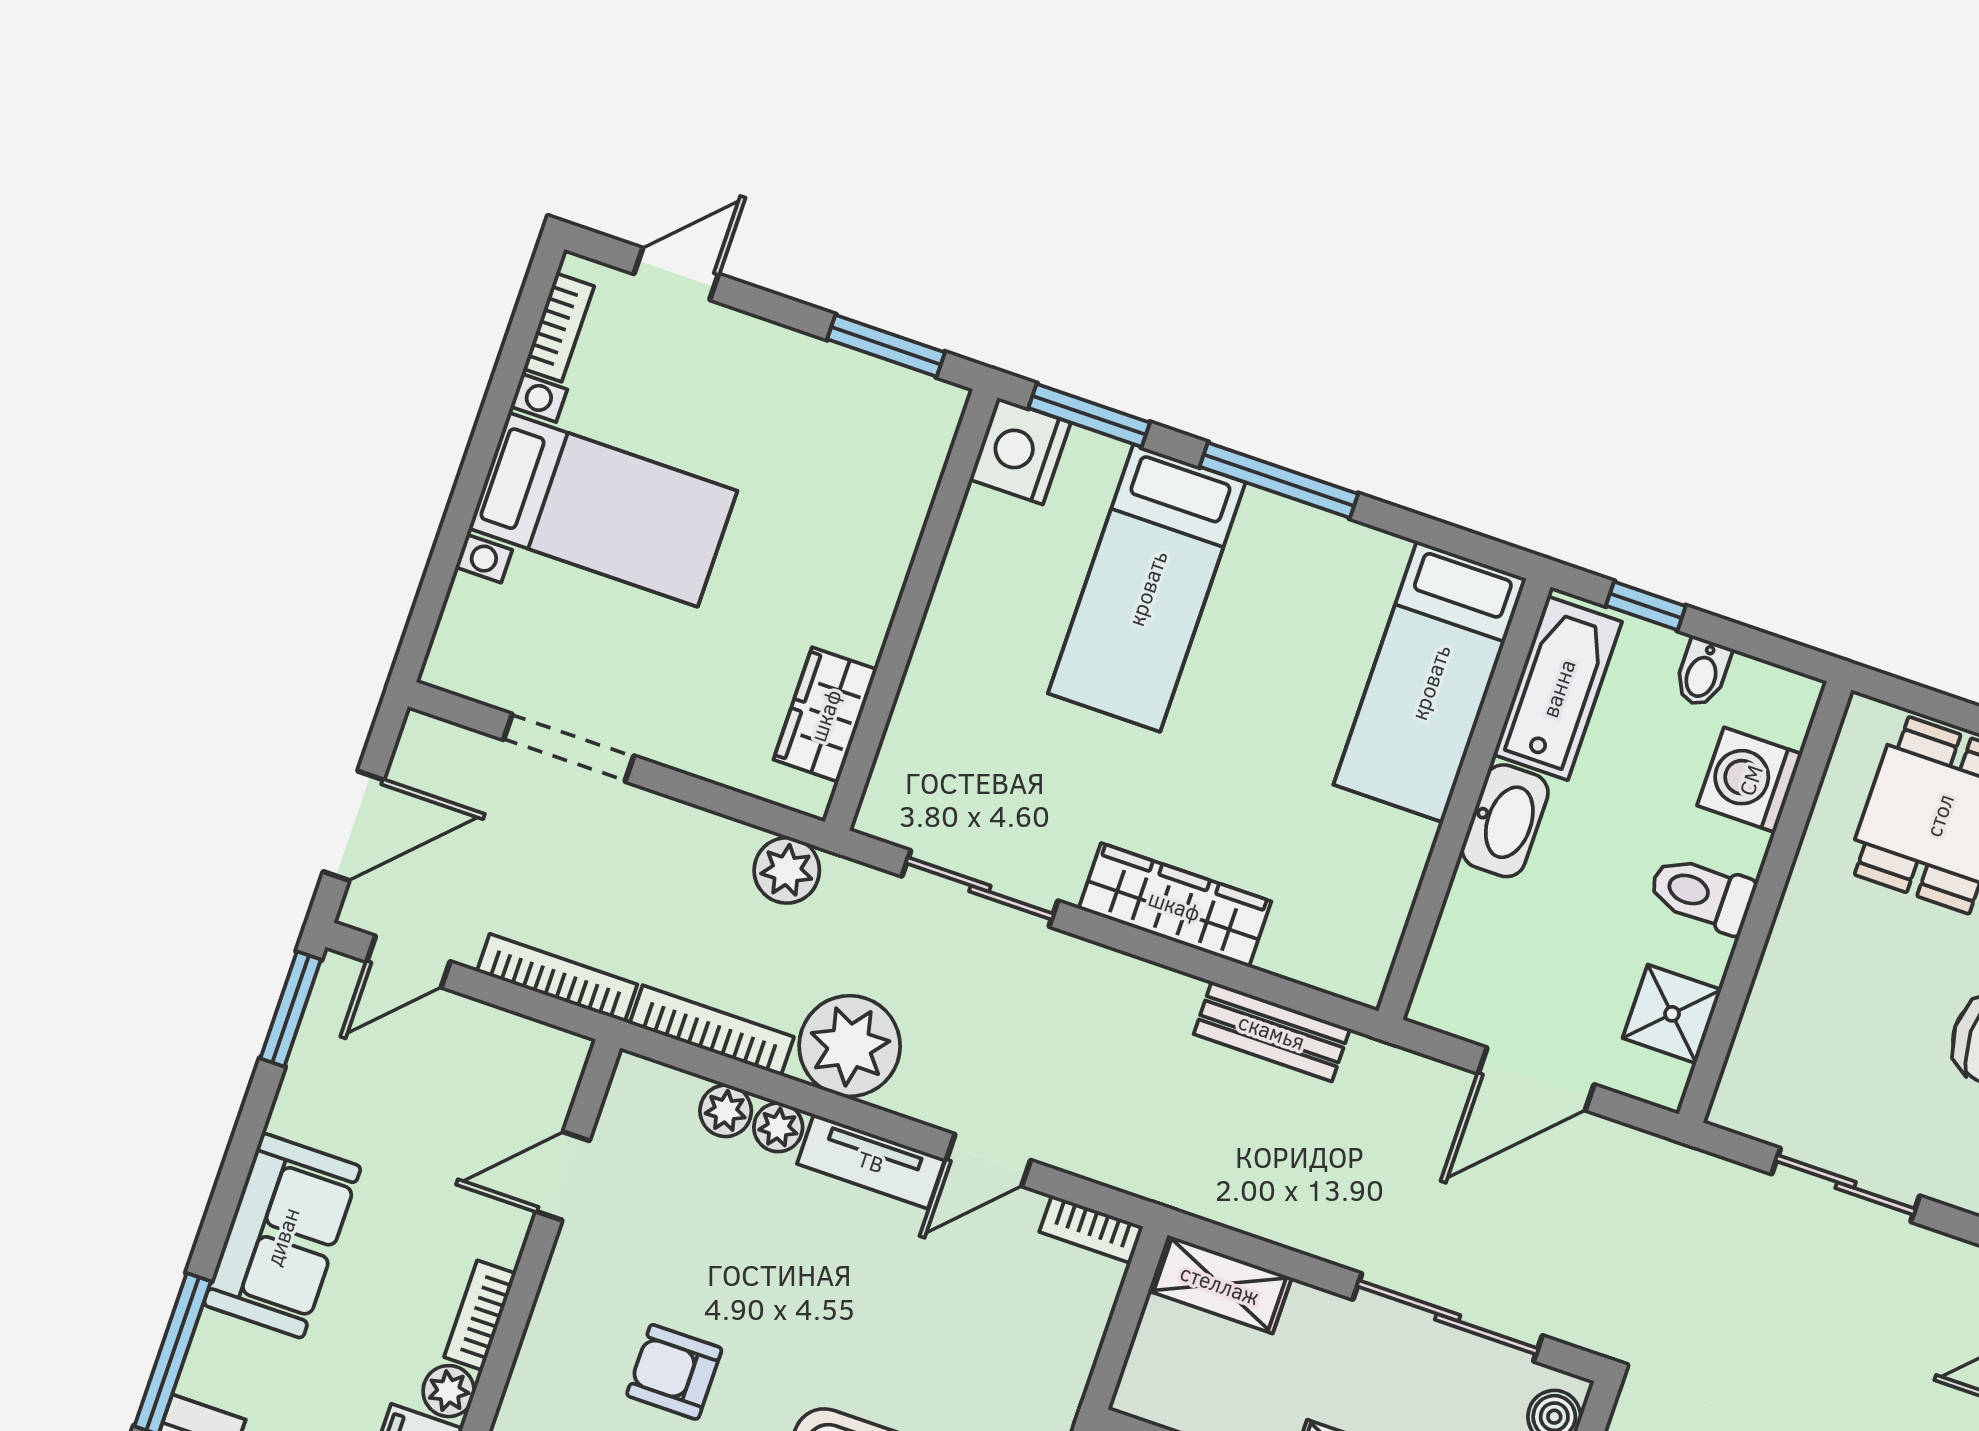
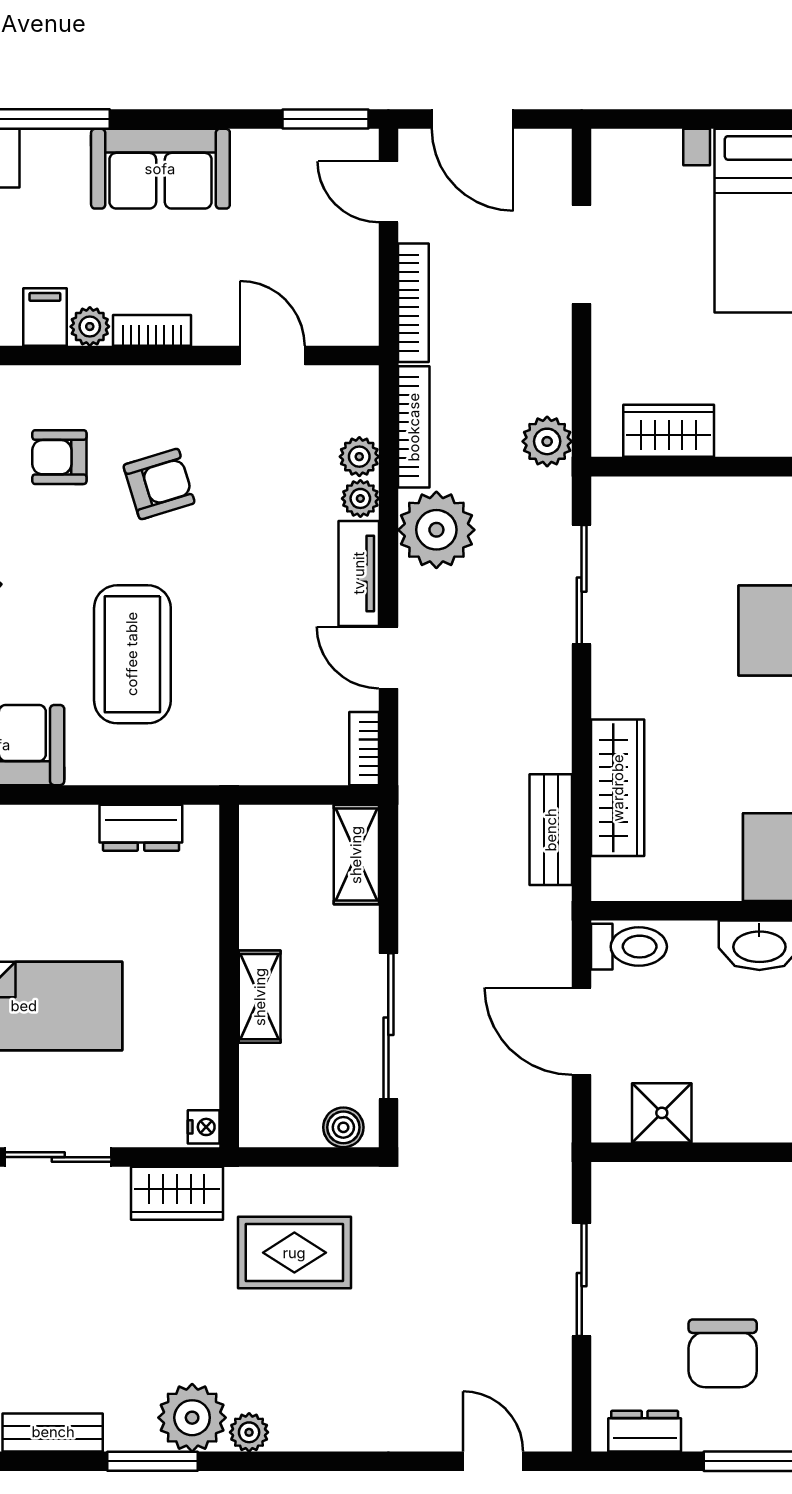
toilet: (1702, 894) -> (629, 947), moved, turned 90
wardrobe: (1175, 905) -> (618, 788), moved
armchair: (674, 1372) -> (159, 484), turned 73

